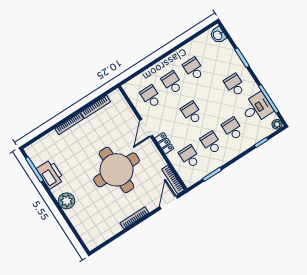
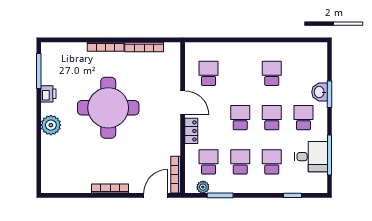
washbasin: (218, 35) -> (320, 92), moved
school desk: (172, 83) -> (272, 118), moved
plant: (277, 124) -> (203, 187), moved
door: (146, 128) -> (183, 103), swing flipped
round table: (116, 170) -> (108, 108), moved
printer: (50, 174) -> (48, 94), width x0.53, depth x0.68

